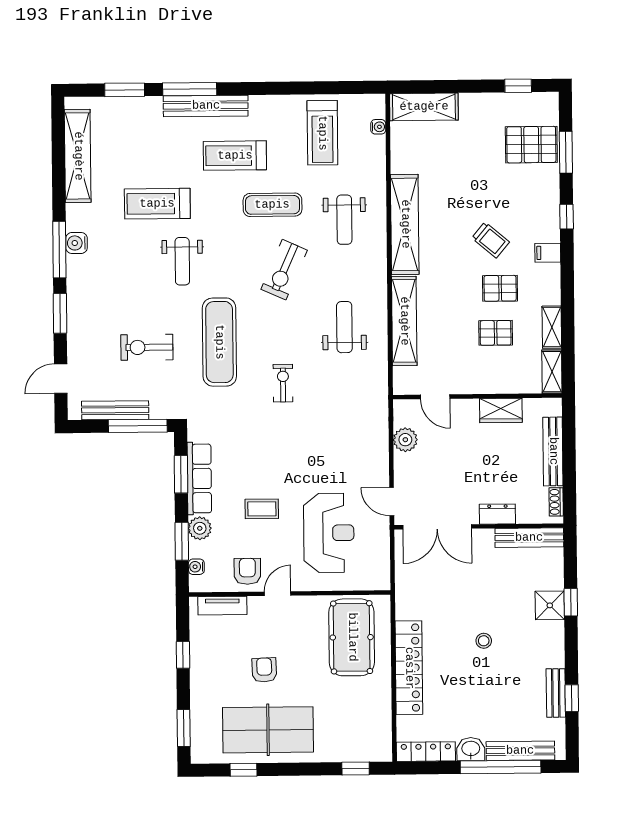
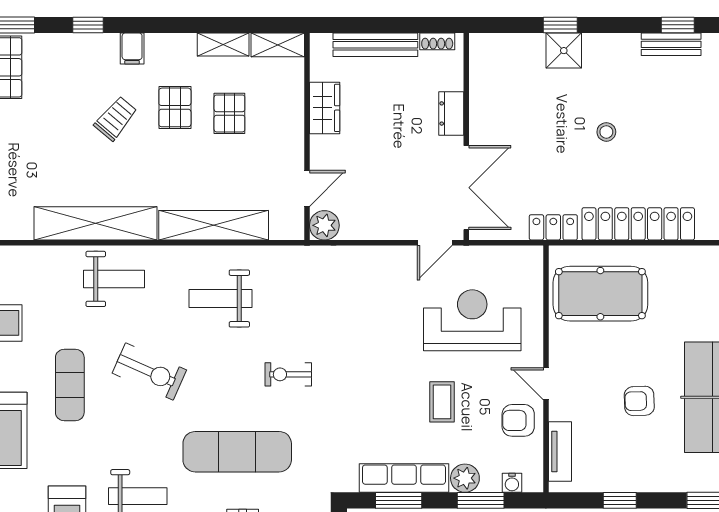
weight bench: (344, 220) -> (114, 279), moved
plant: (405, 440) -> (324, 225), moved
bench: (529, 538) -> (481, 75), removed
locker: (405, 598) -> (553, 227), added

